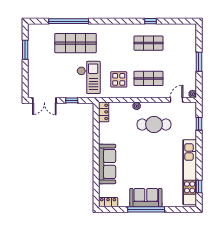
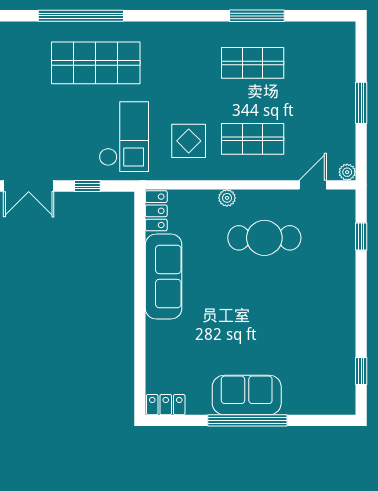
window: (150, 21) -> (257, 16), width x2.17
sofa: (107, 164) -> (164, 276), moved
kitchen unit: (190, 172) -> (341, 340), removed

